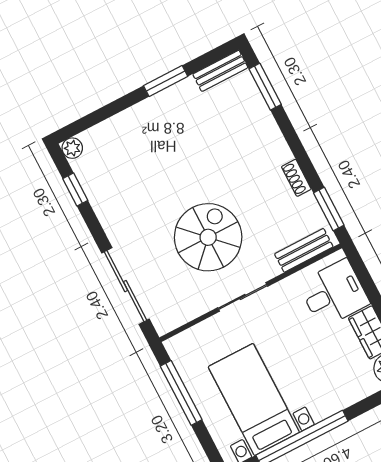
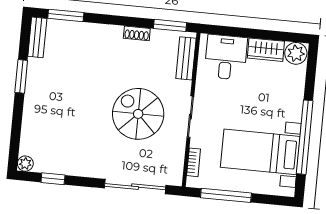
bookcase: (194, 333) -> (194, 162), added

